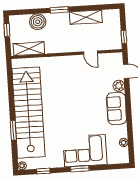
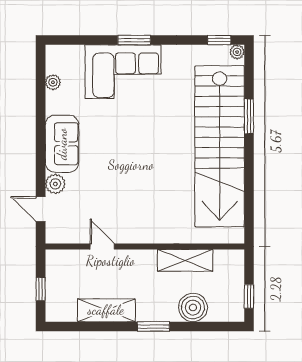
window: (124, 37) -> (41, 289), moved
shelving: (29, 49) -> (185, 260), moved
window: (43, 171) -> (219, 40), moved

